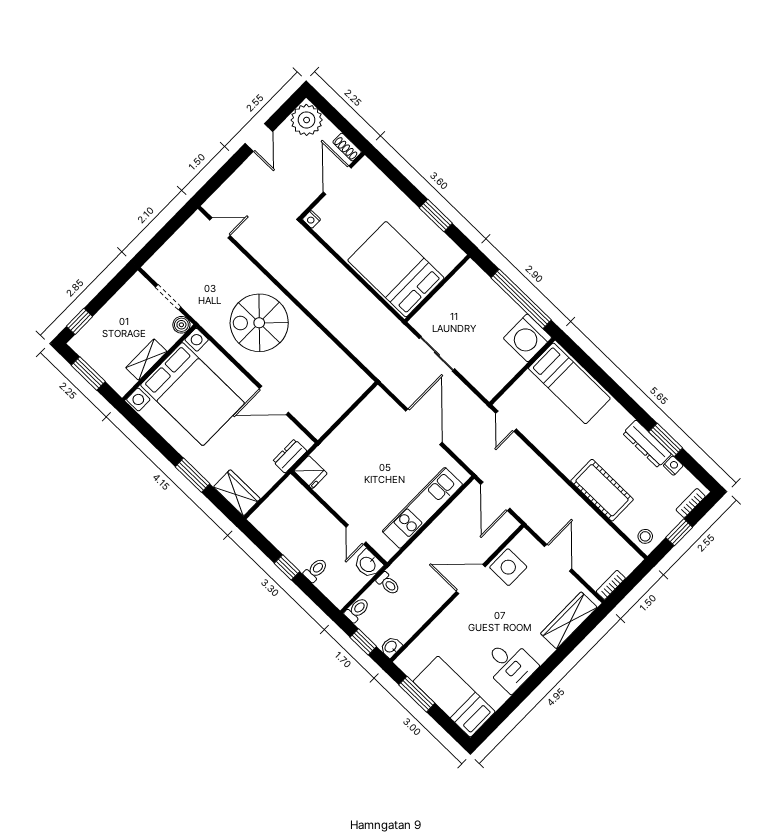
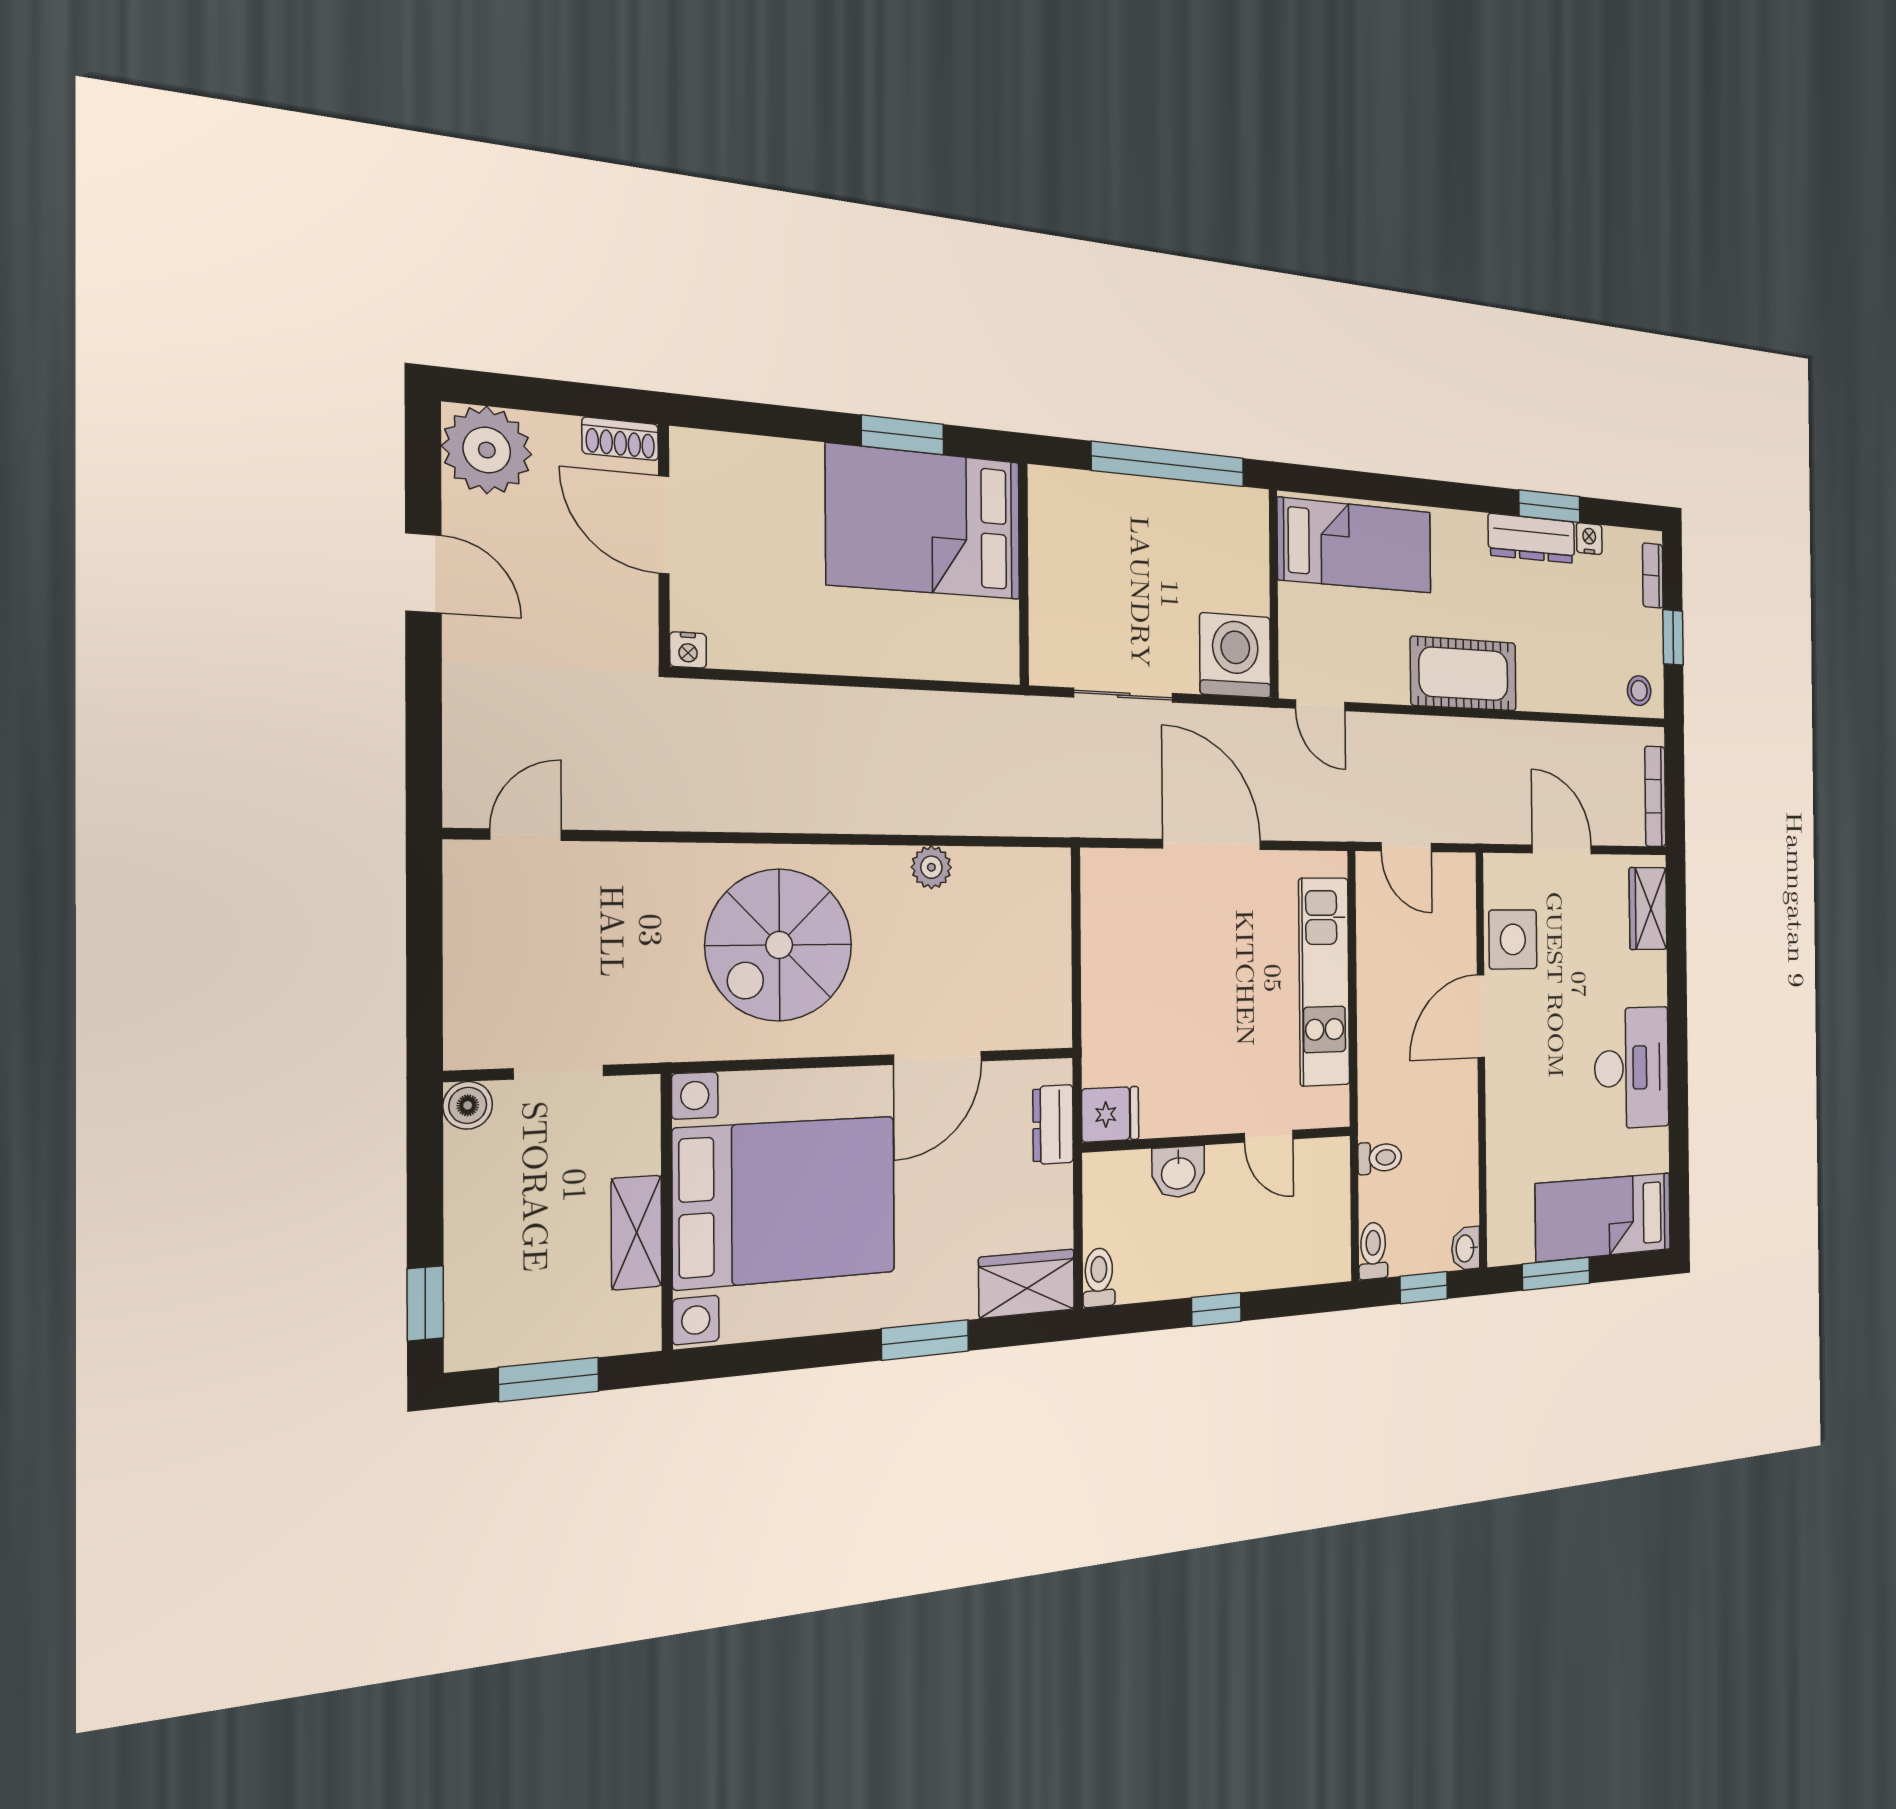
bed: (396, 269) -> (924, 523), moved
boiler: (181, 325) -> (468, 1105), moved
washing machine: (528, 338) -> (1235, 655), moved, turned 180
plant: (325, 345) -> (931, 867), added
cot: (602, 490) -> (1464, 674), moved
door: (495, 496) -> (1406, 847), width x0.73
washbasin: (368, 564) -> (1178, 1172), moved
toilet: (316, 570) -> (1099, 1277), moved
bookcase: (611, 585) -> (1655, 796), width x1.56
wardrobe: (569, 620) -> (1648, 908), width x0.67
desk: (510, 665) -> (1632, 1068), width x1.37

